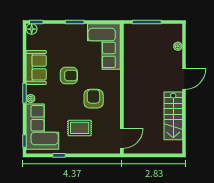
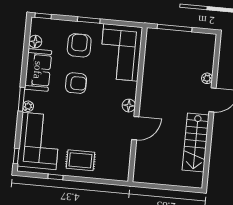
floor lamp: (32, 29) -> (35, 42), moved
plant: (178, 46) -> (207, 78), moved
floor lamp: (115, 90) -> (129, 106), added
armchair: (94, 99) -> (79, 45), moved
rug: (80, 128) -> (80, 160), moved
door: (122, 138) -> (135, 128), moved

